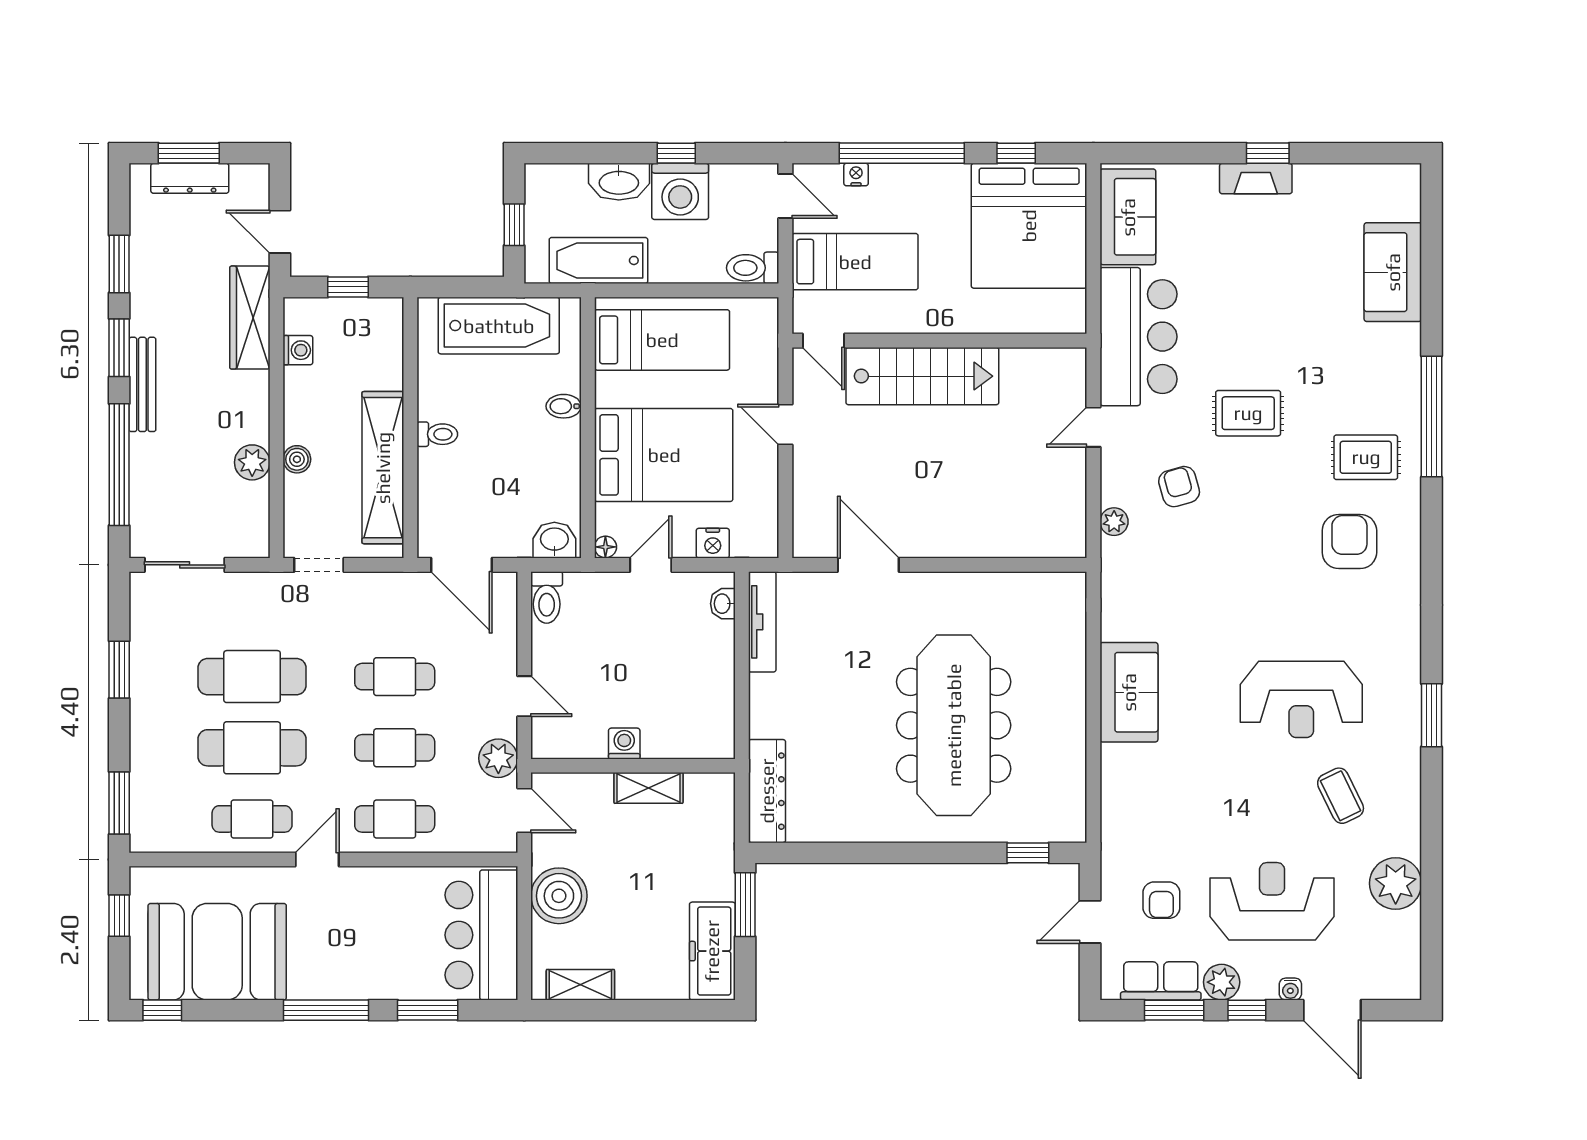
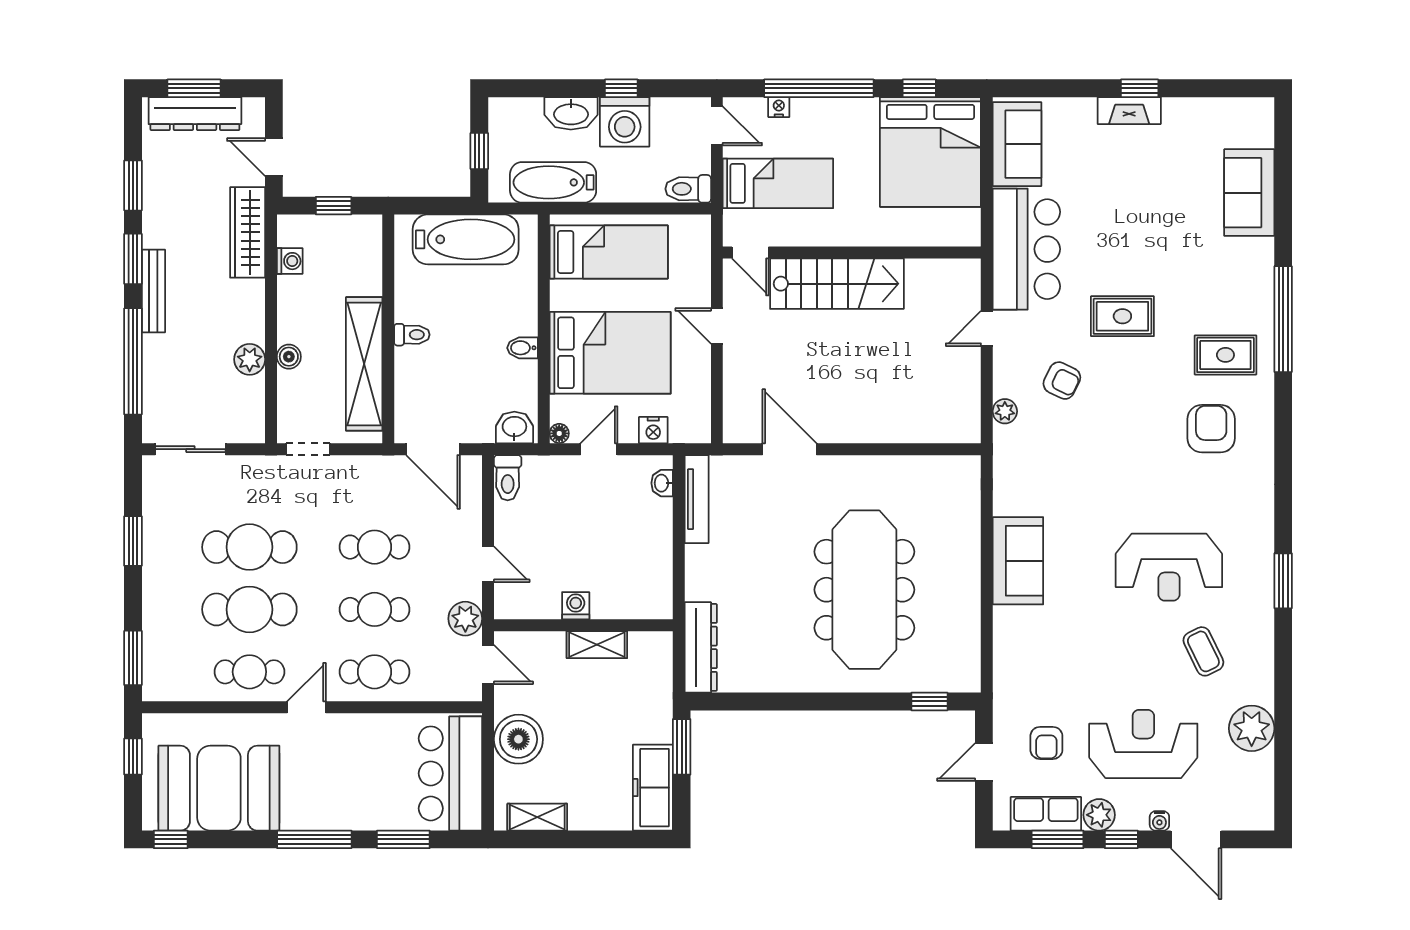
dresser: (190, 178) -> (195, 114), width x1.37, depth x1.24
bidet: (564, 406) -> (523, 348), moved
armchair: (1179, 487) -> (1062, 381), turned 132

